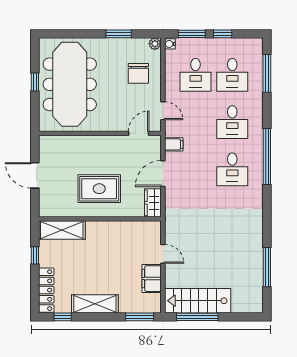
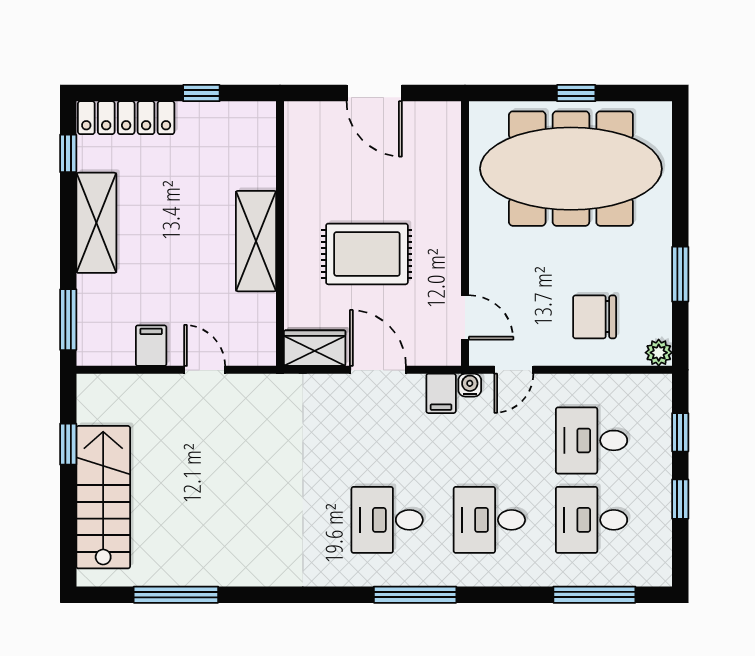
window: (192, 34) -> (680, 432), width x0.67
water cooler: (170, 44) -> (470, 385), moved
window: (267, 156) -> (415, 595), width x0.68
door: (35, 175) -> (374, 93), swing flipped
rug: (99, 189) -> (367, 254), moved, turned 90
shelving: (62, 230) -> (256, 241), moved
door: (163, 254) -> (205, 370), swing flipped
filing cabinet: (152, 279) -> (151, 346), width x0.50
stairs: (198, 301) -> (103, 497), moved
window: (197, 317) -> (68, 444), width x0.46

